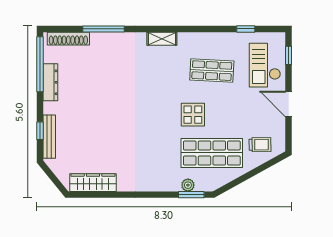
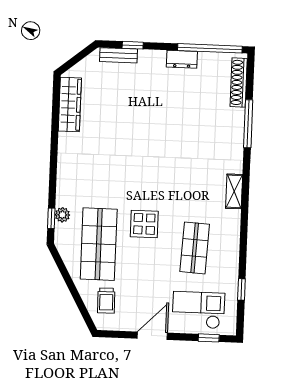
dresser: (50, 82) -> (182, 59), width x0.70
bench: (49, 137) -> (119, 55), width x0.73
window: (191, 195) -> (51, 218), width x0.67

